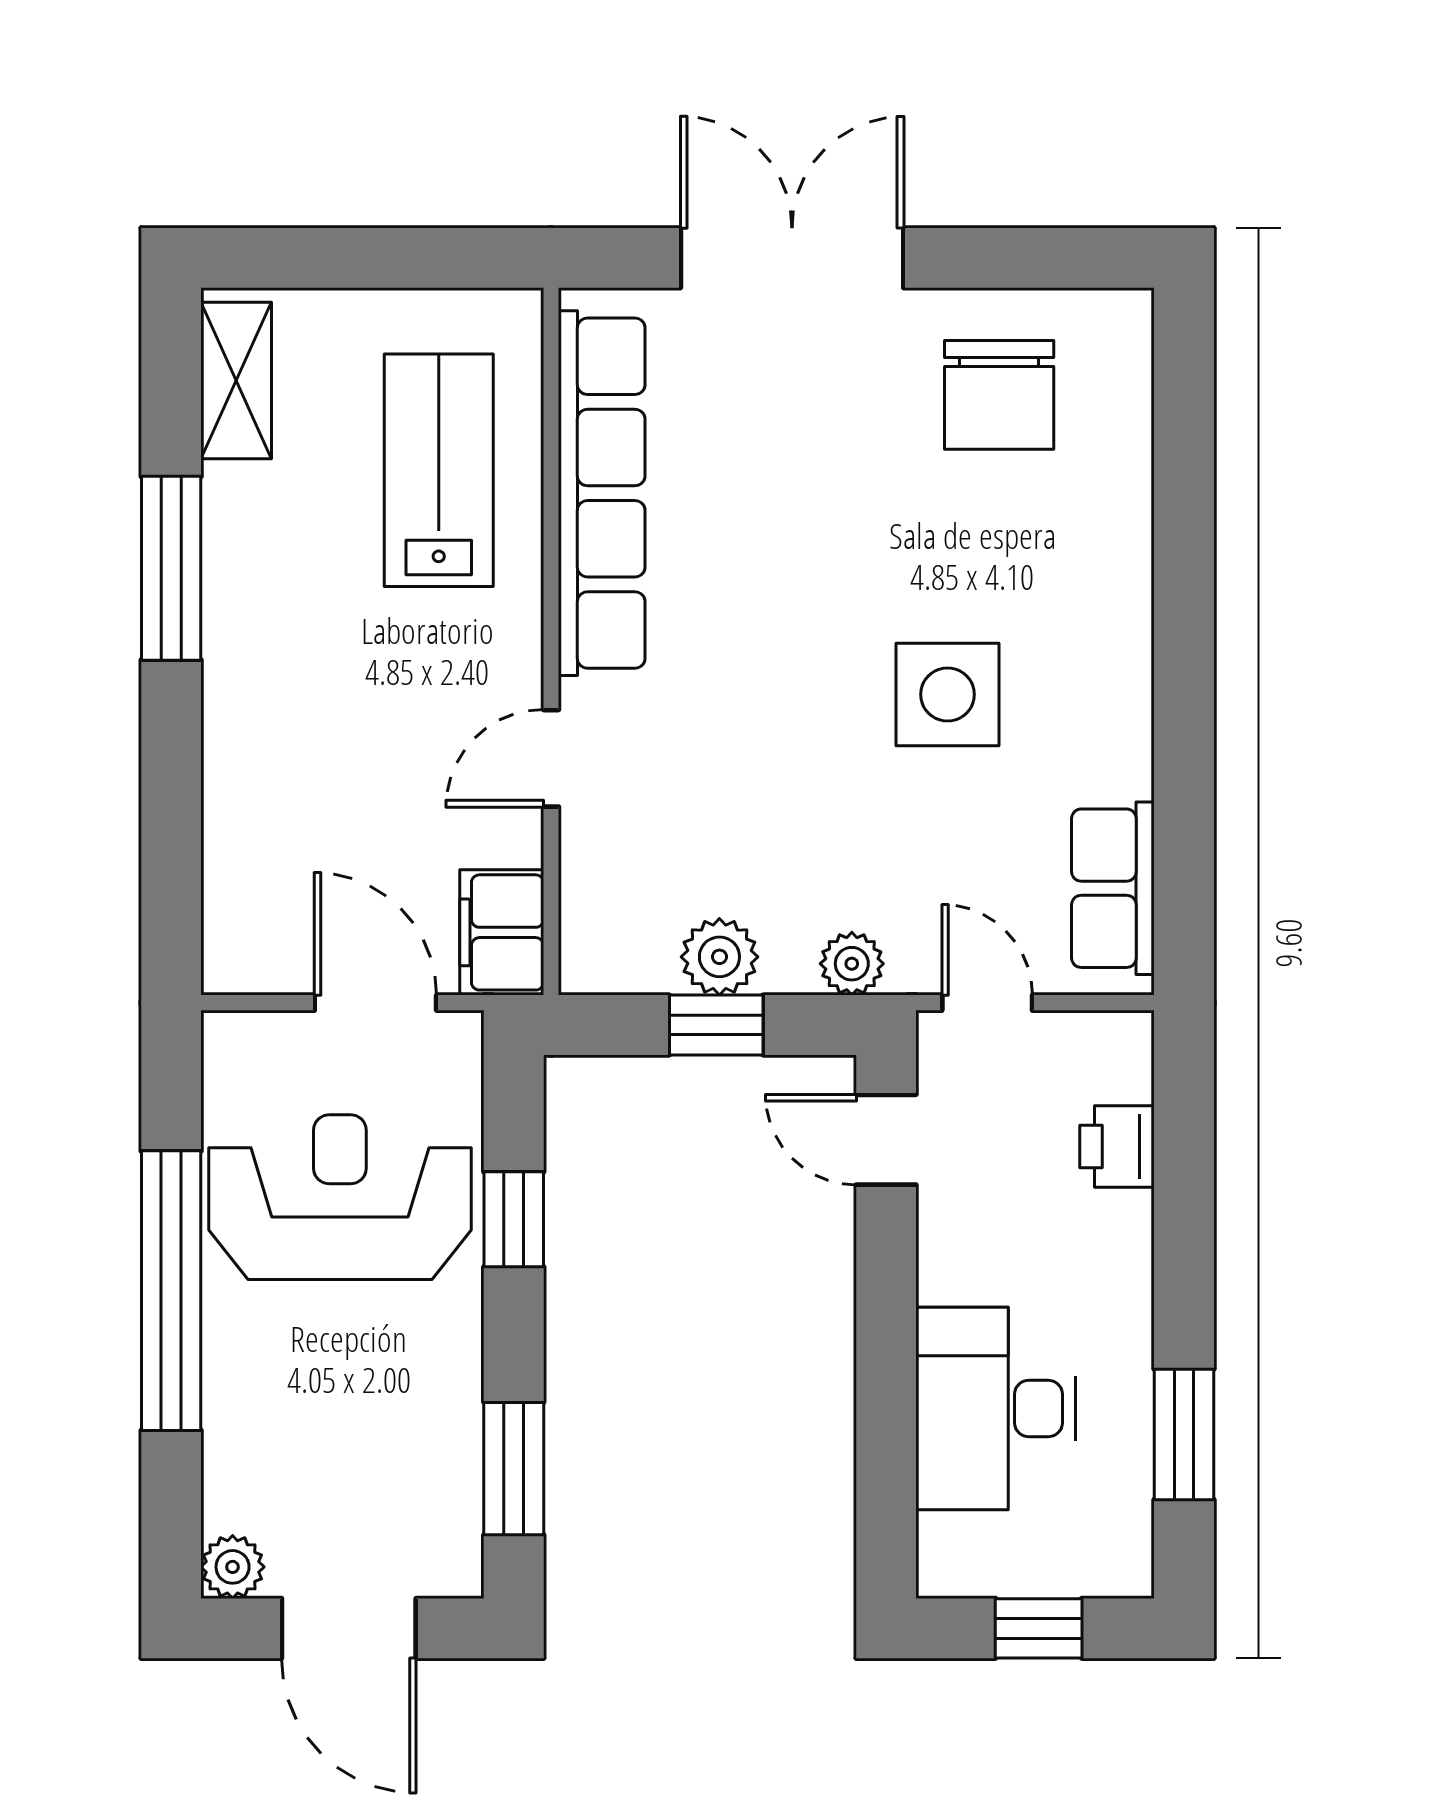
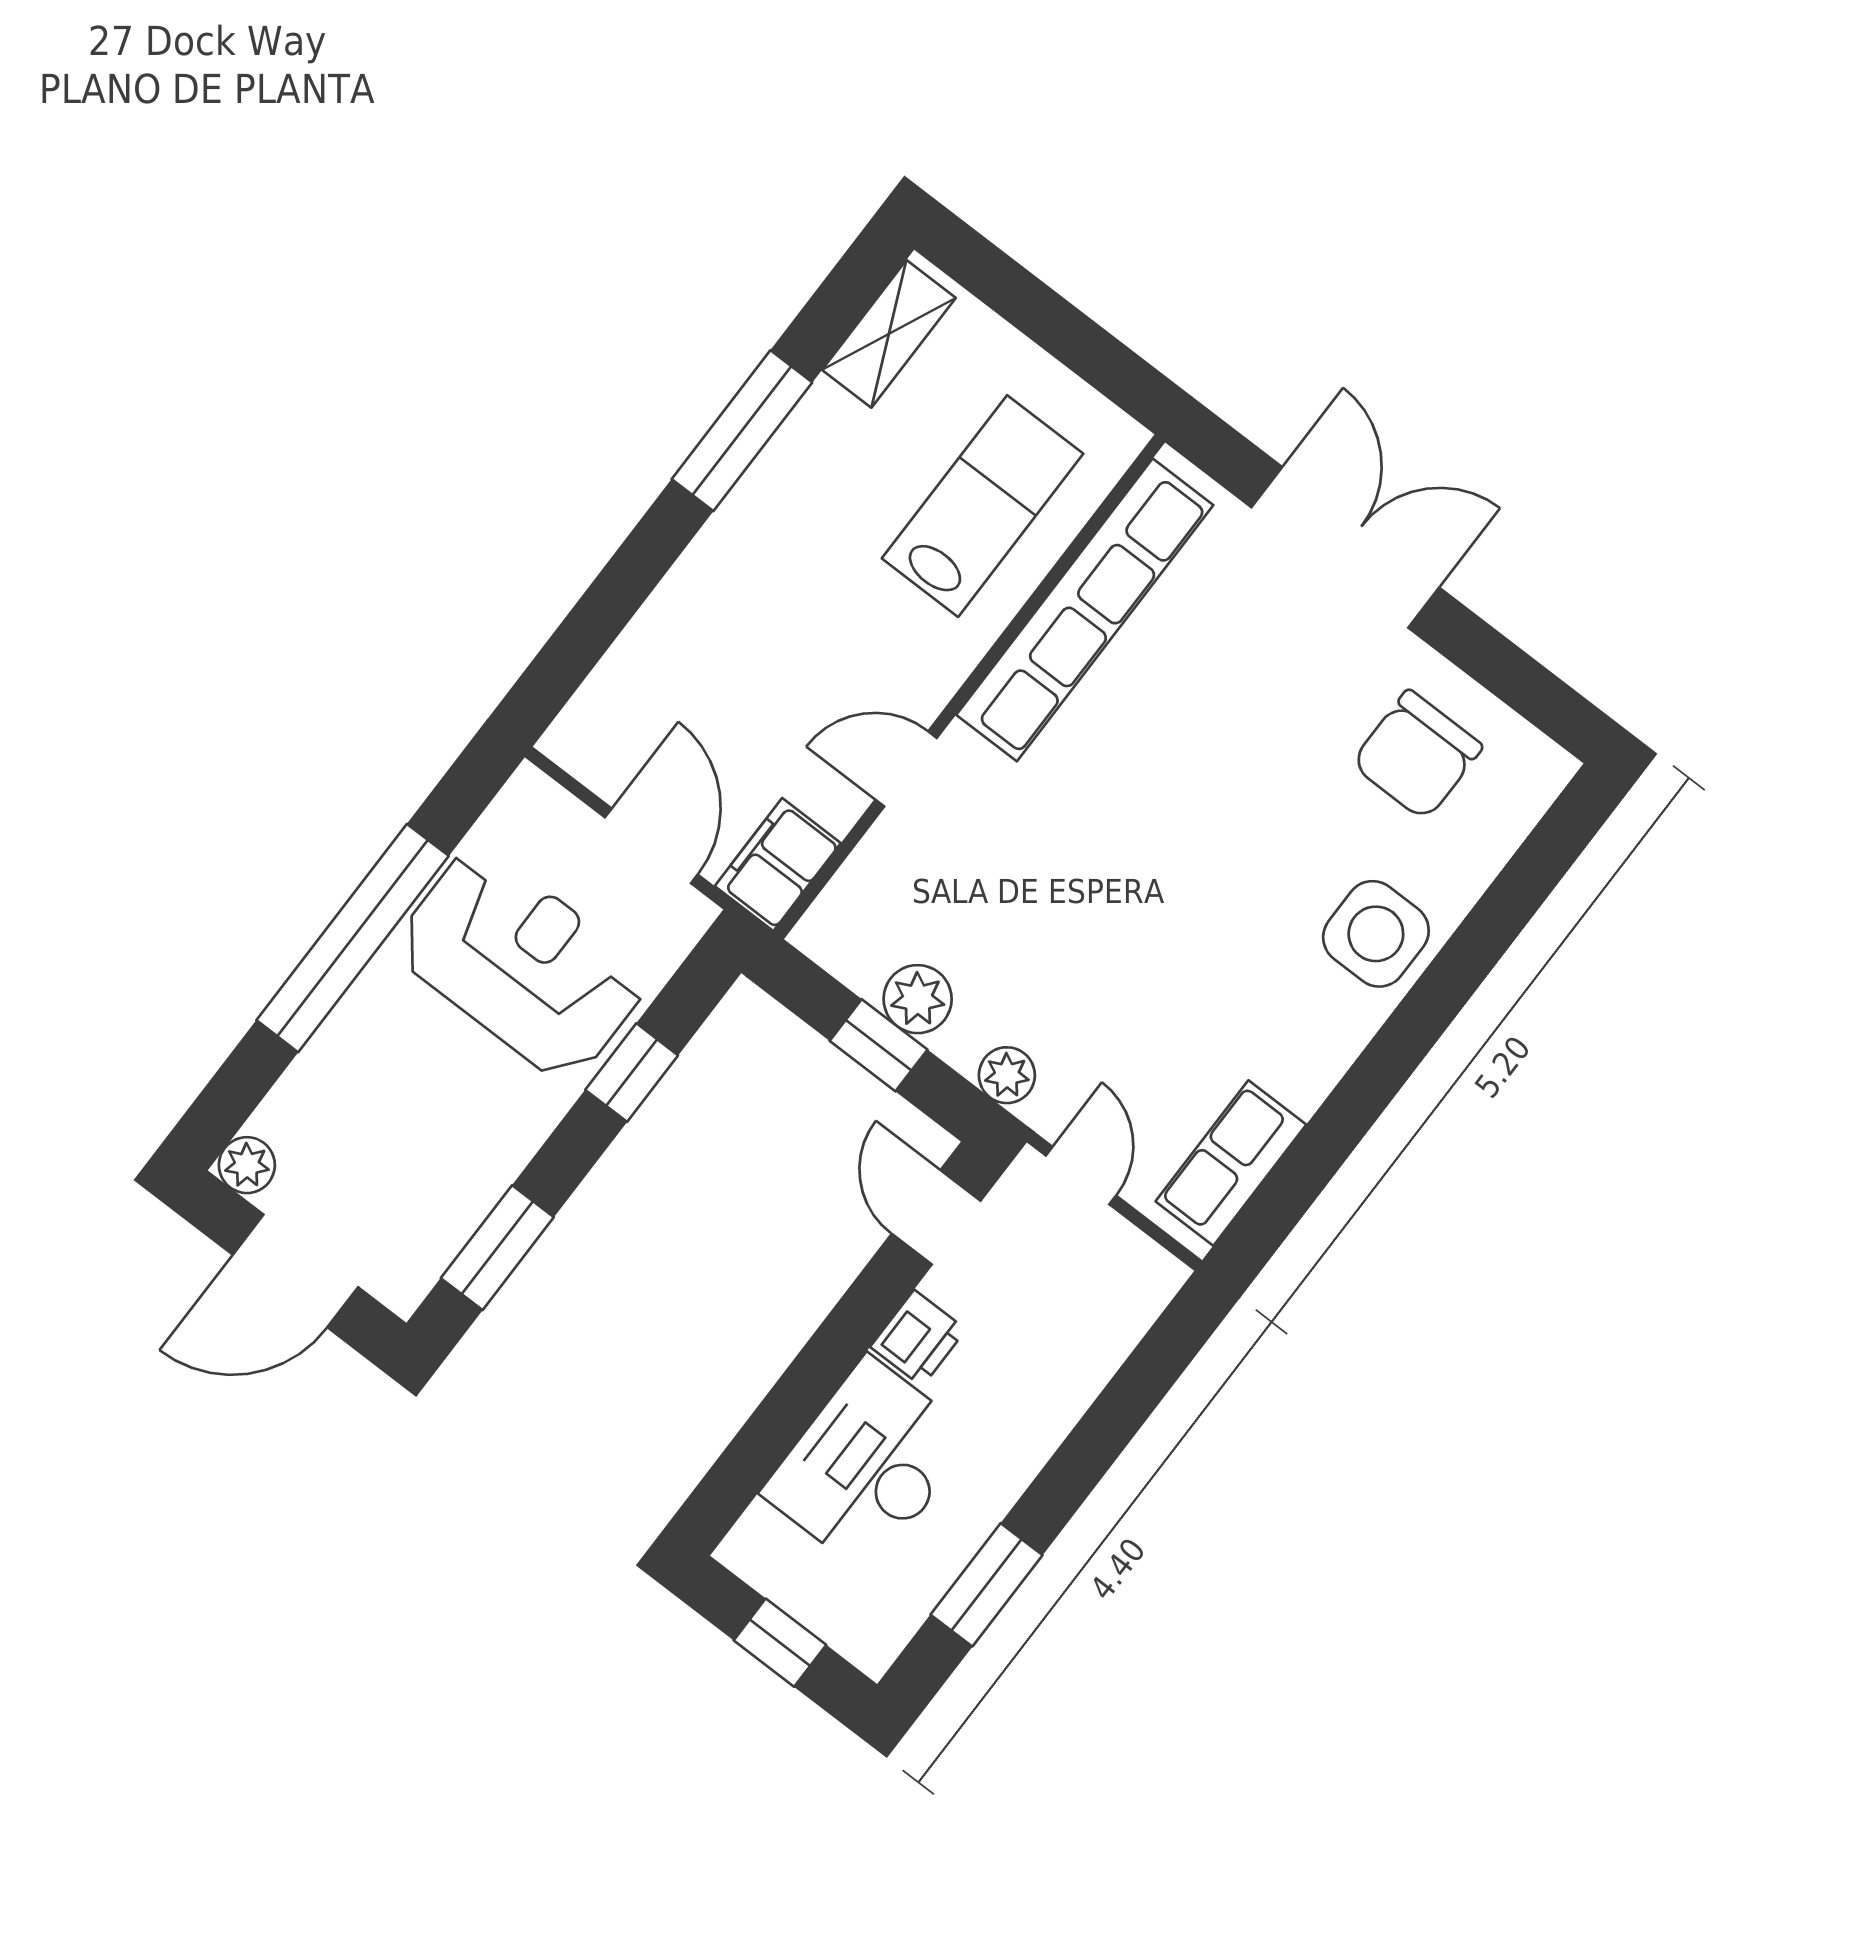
side table: (948, 694) -> (1376, 934), moved
printer: (1117, 1146) -> (918, 1338), moved, turned 180
door: (349, 1628) -> (295, 1271), hinge flipped

